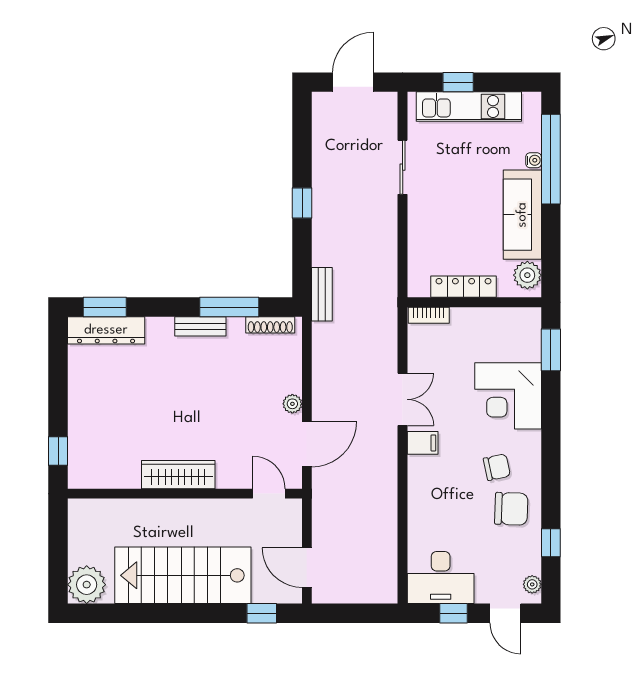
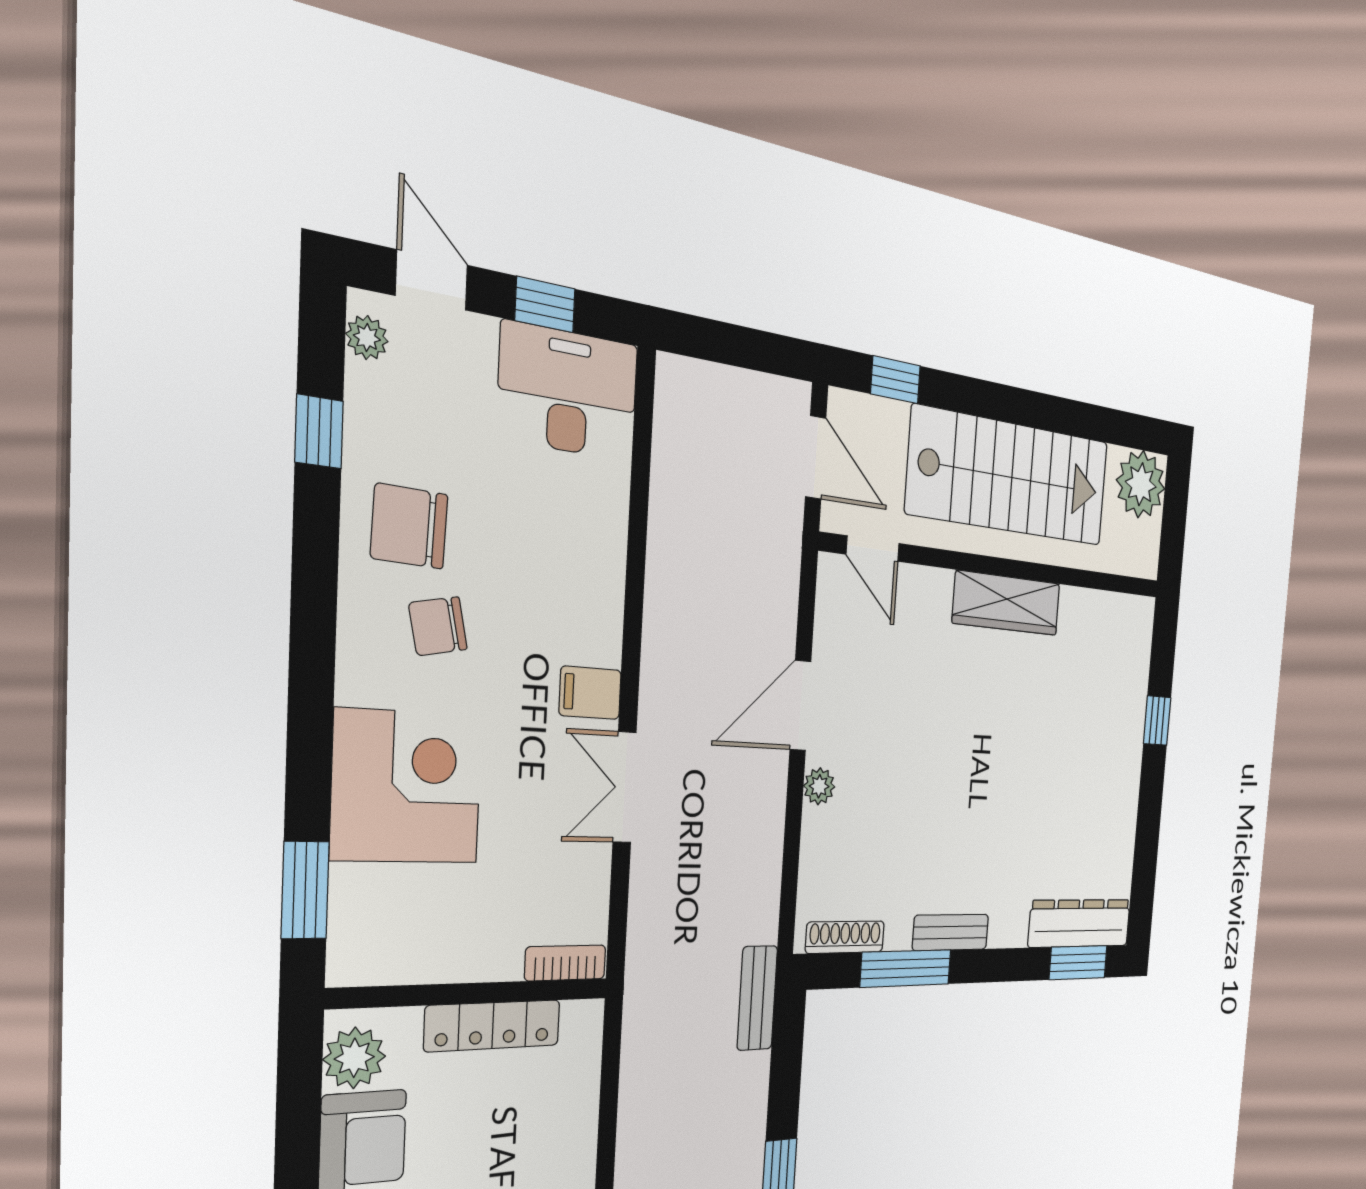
wardrobe: (178, 475) -> (1007, 603), moved
wall: (185, 494) -> (1000, 567), moved
door: (269, 494) -> (873, 549), moved

